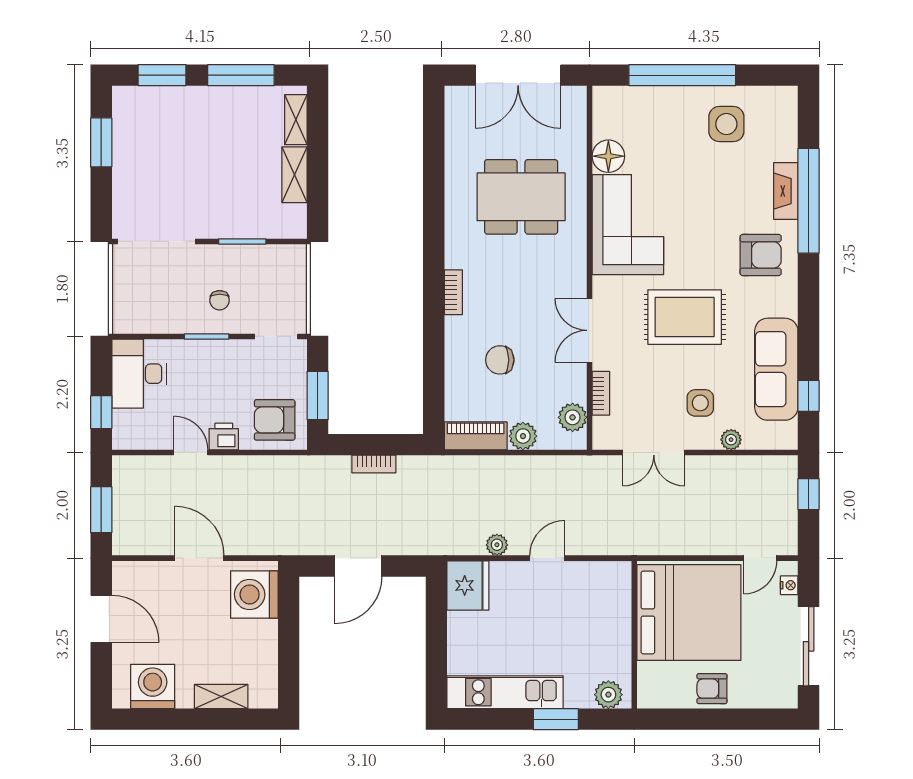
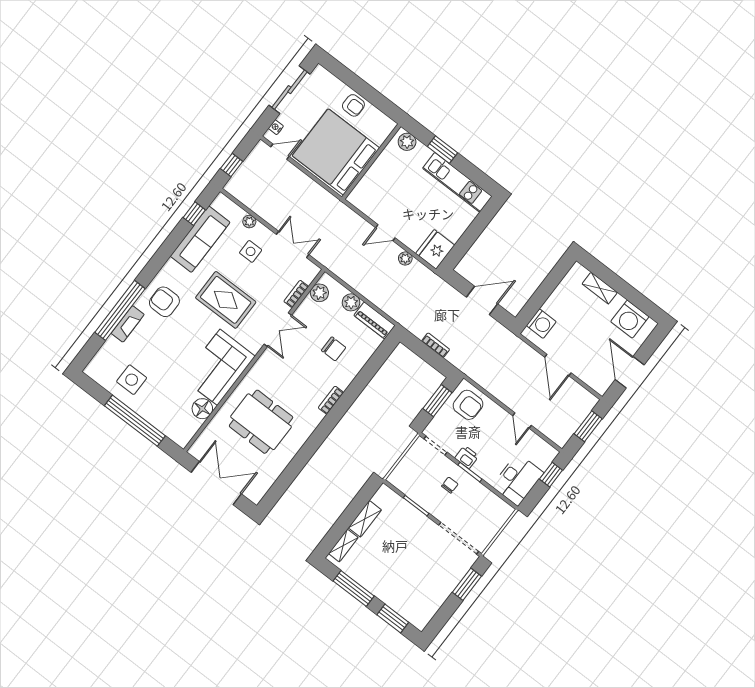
window: (101, 142) -> (467, 584), moved
printer: (224, 437) -> (467, 457), moved, turned 180
washing machine: (254, 594) -> (541, 324), width x0.73, depth x0.73

